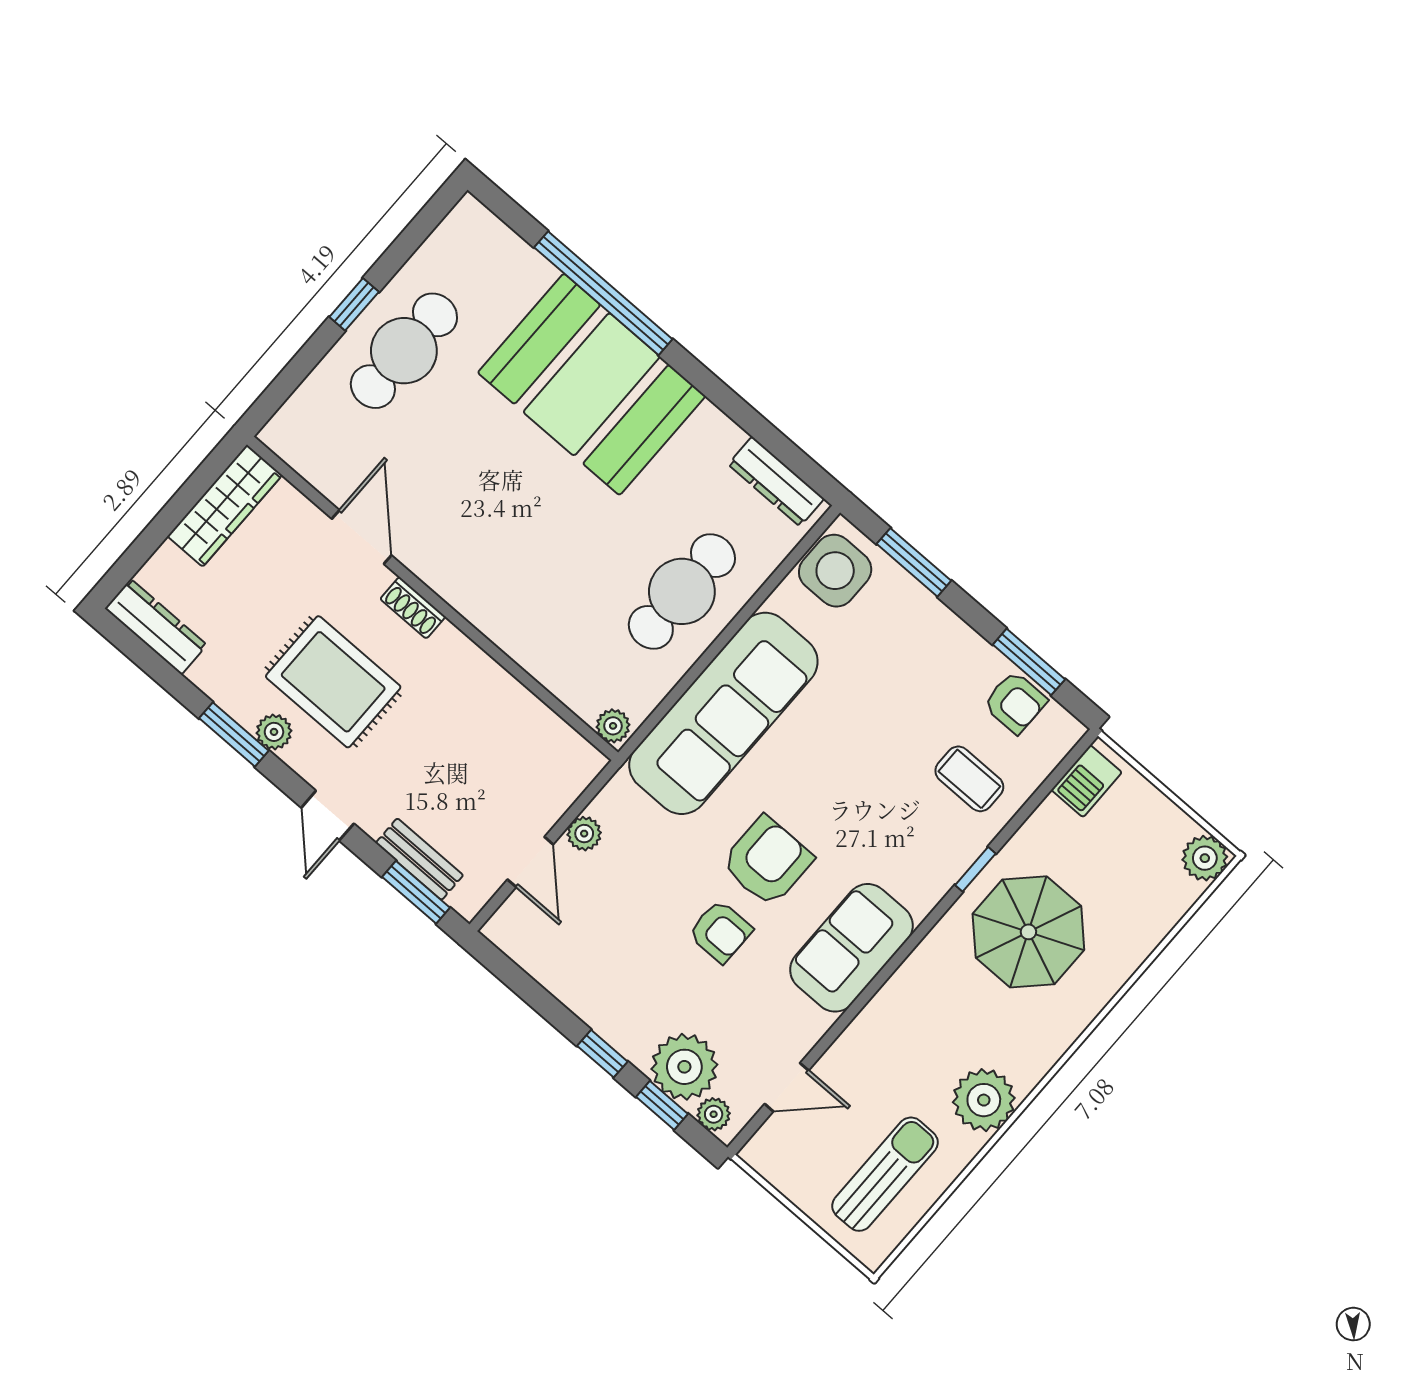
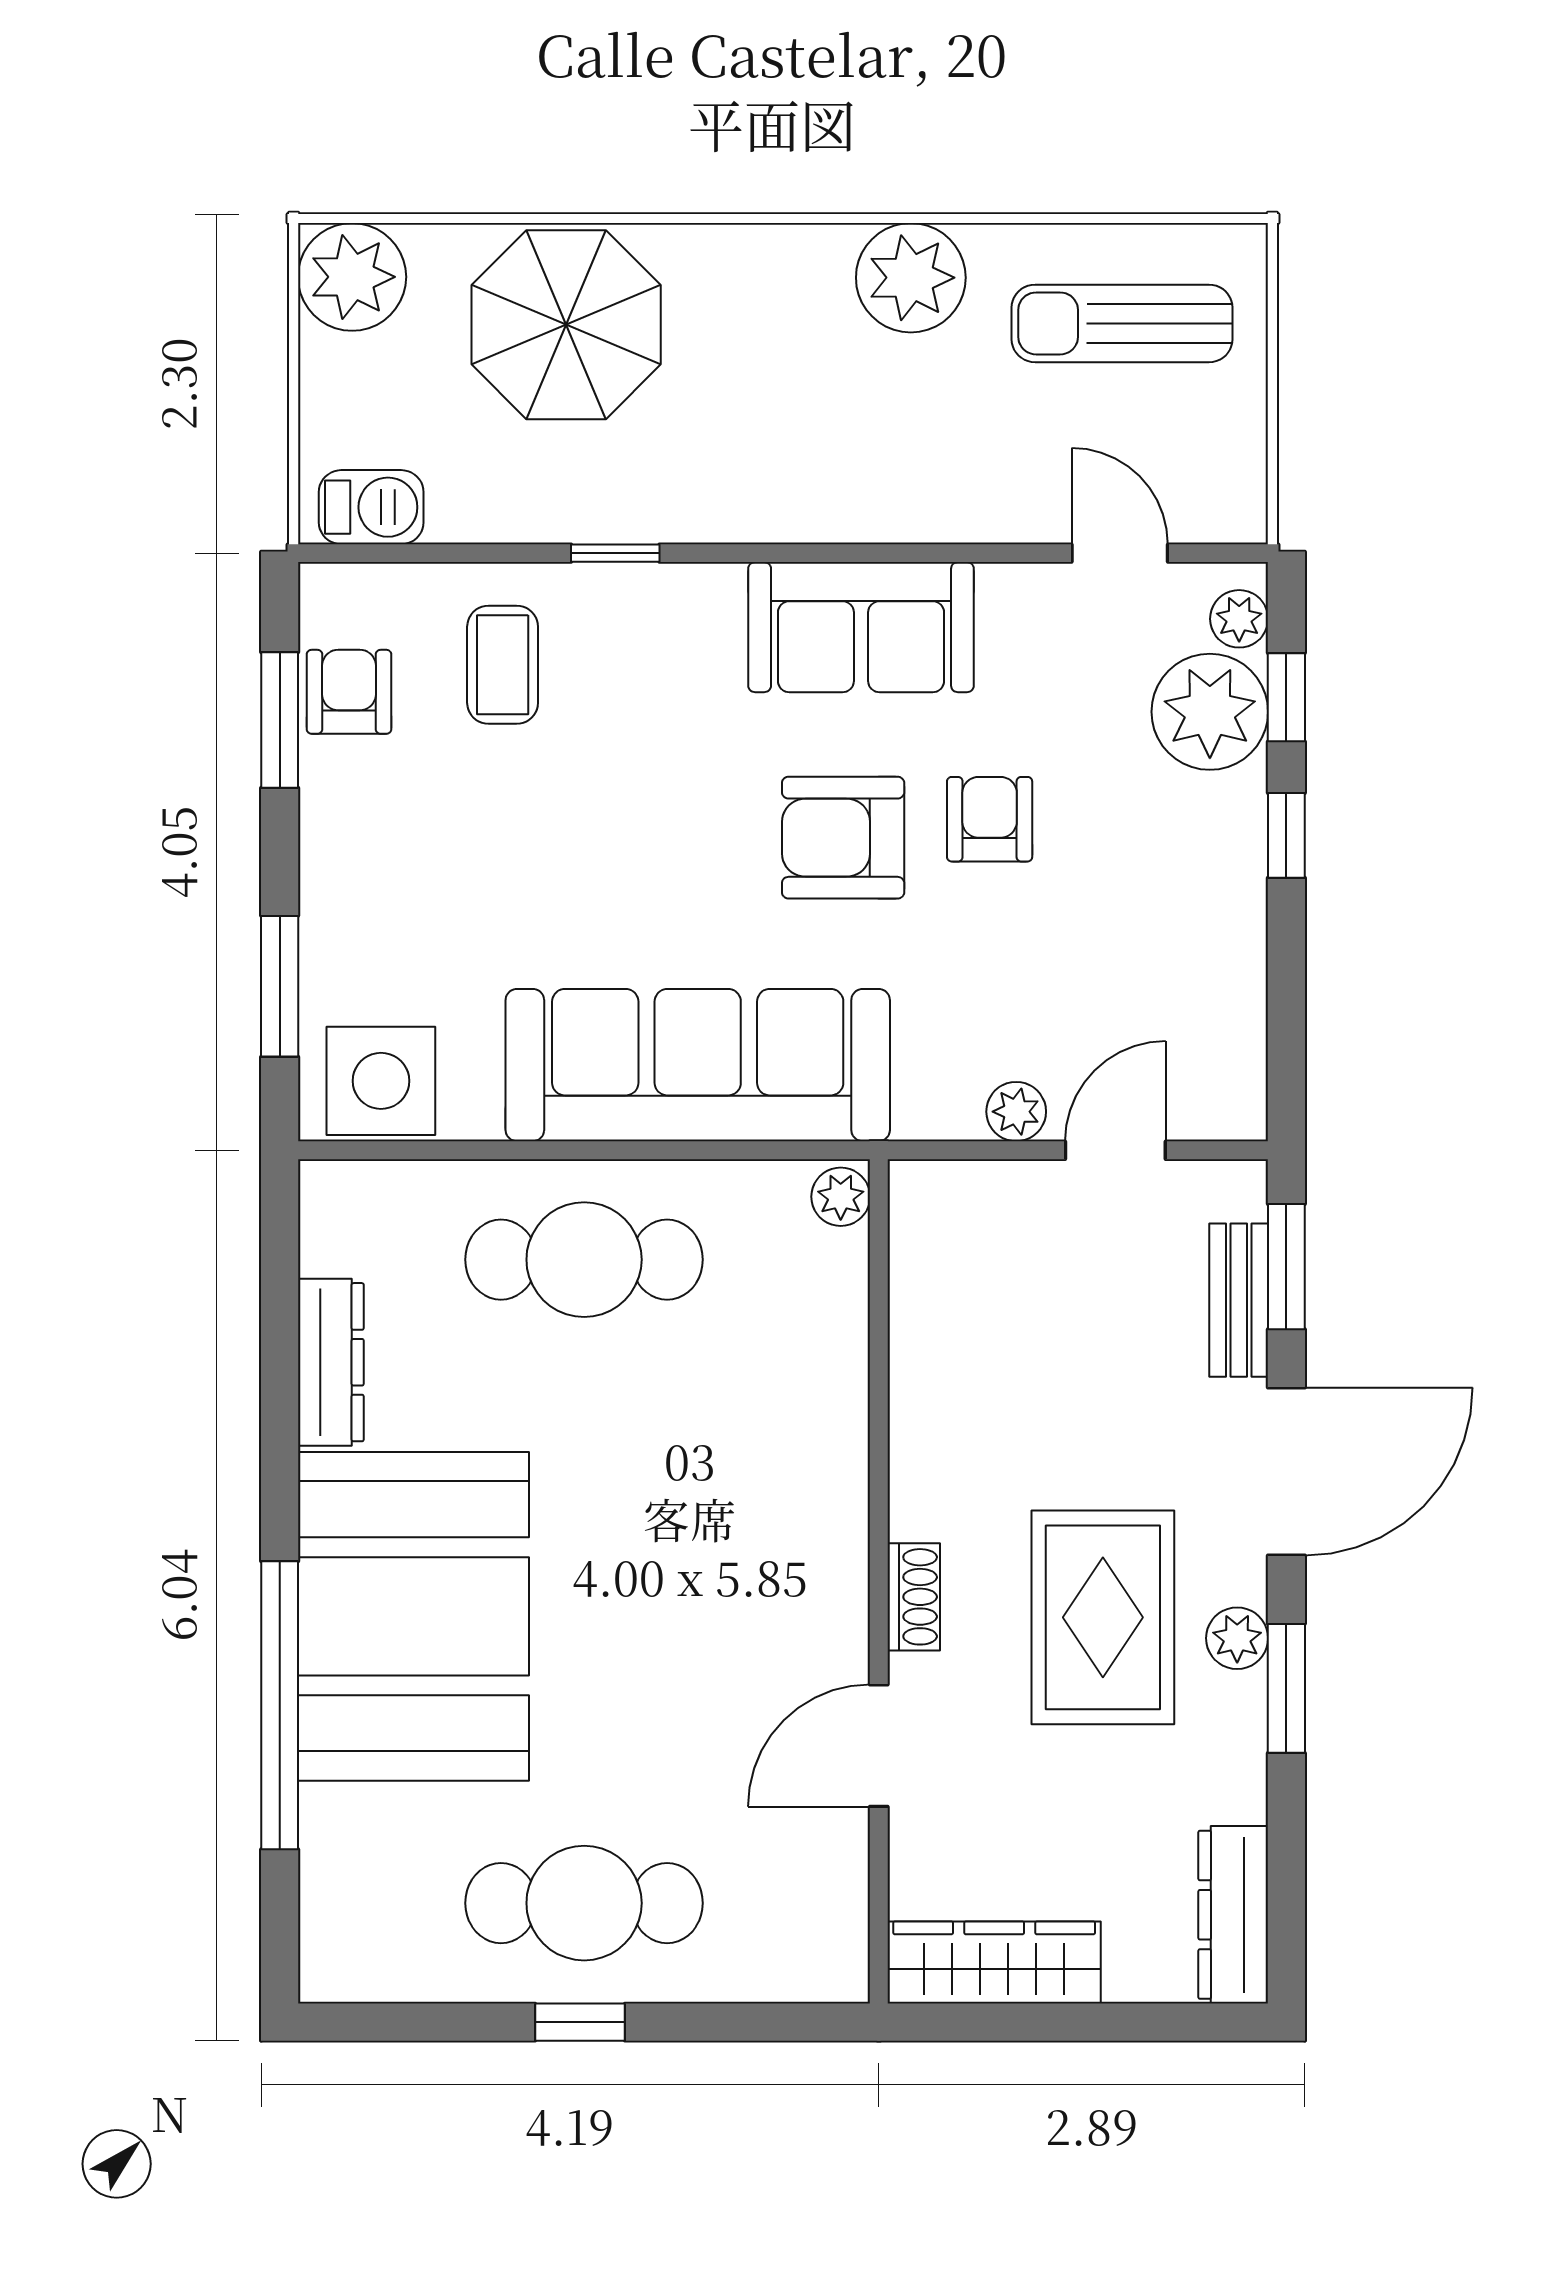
dresser: (776, 482) -> (331, 1362), moved
door: (328, 816) -> (1286, 1471), width x1.88
plant: (1205, 858) -> (352, 277), width x1.36, depth x1.36
parasol: (1028, 932) -> (566, 325), moved

